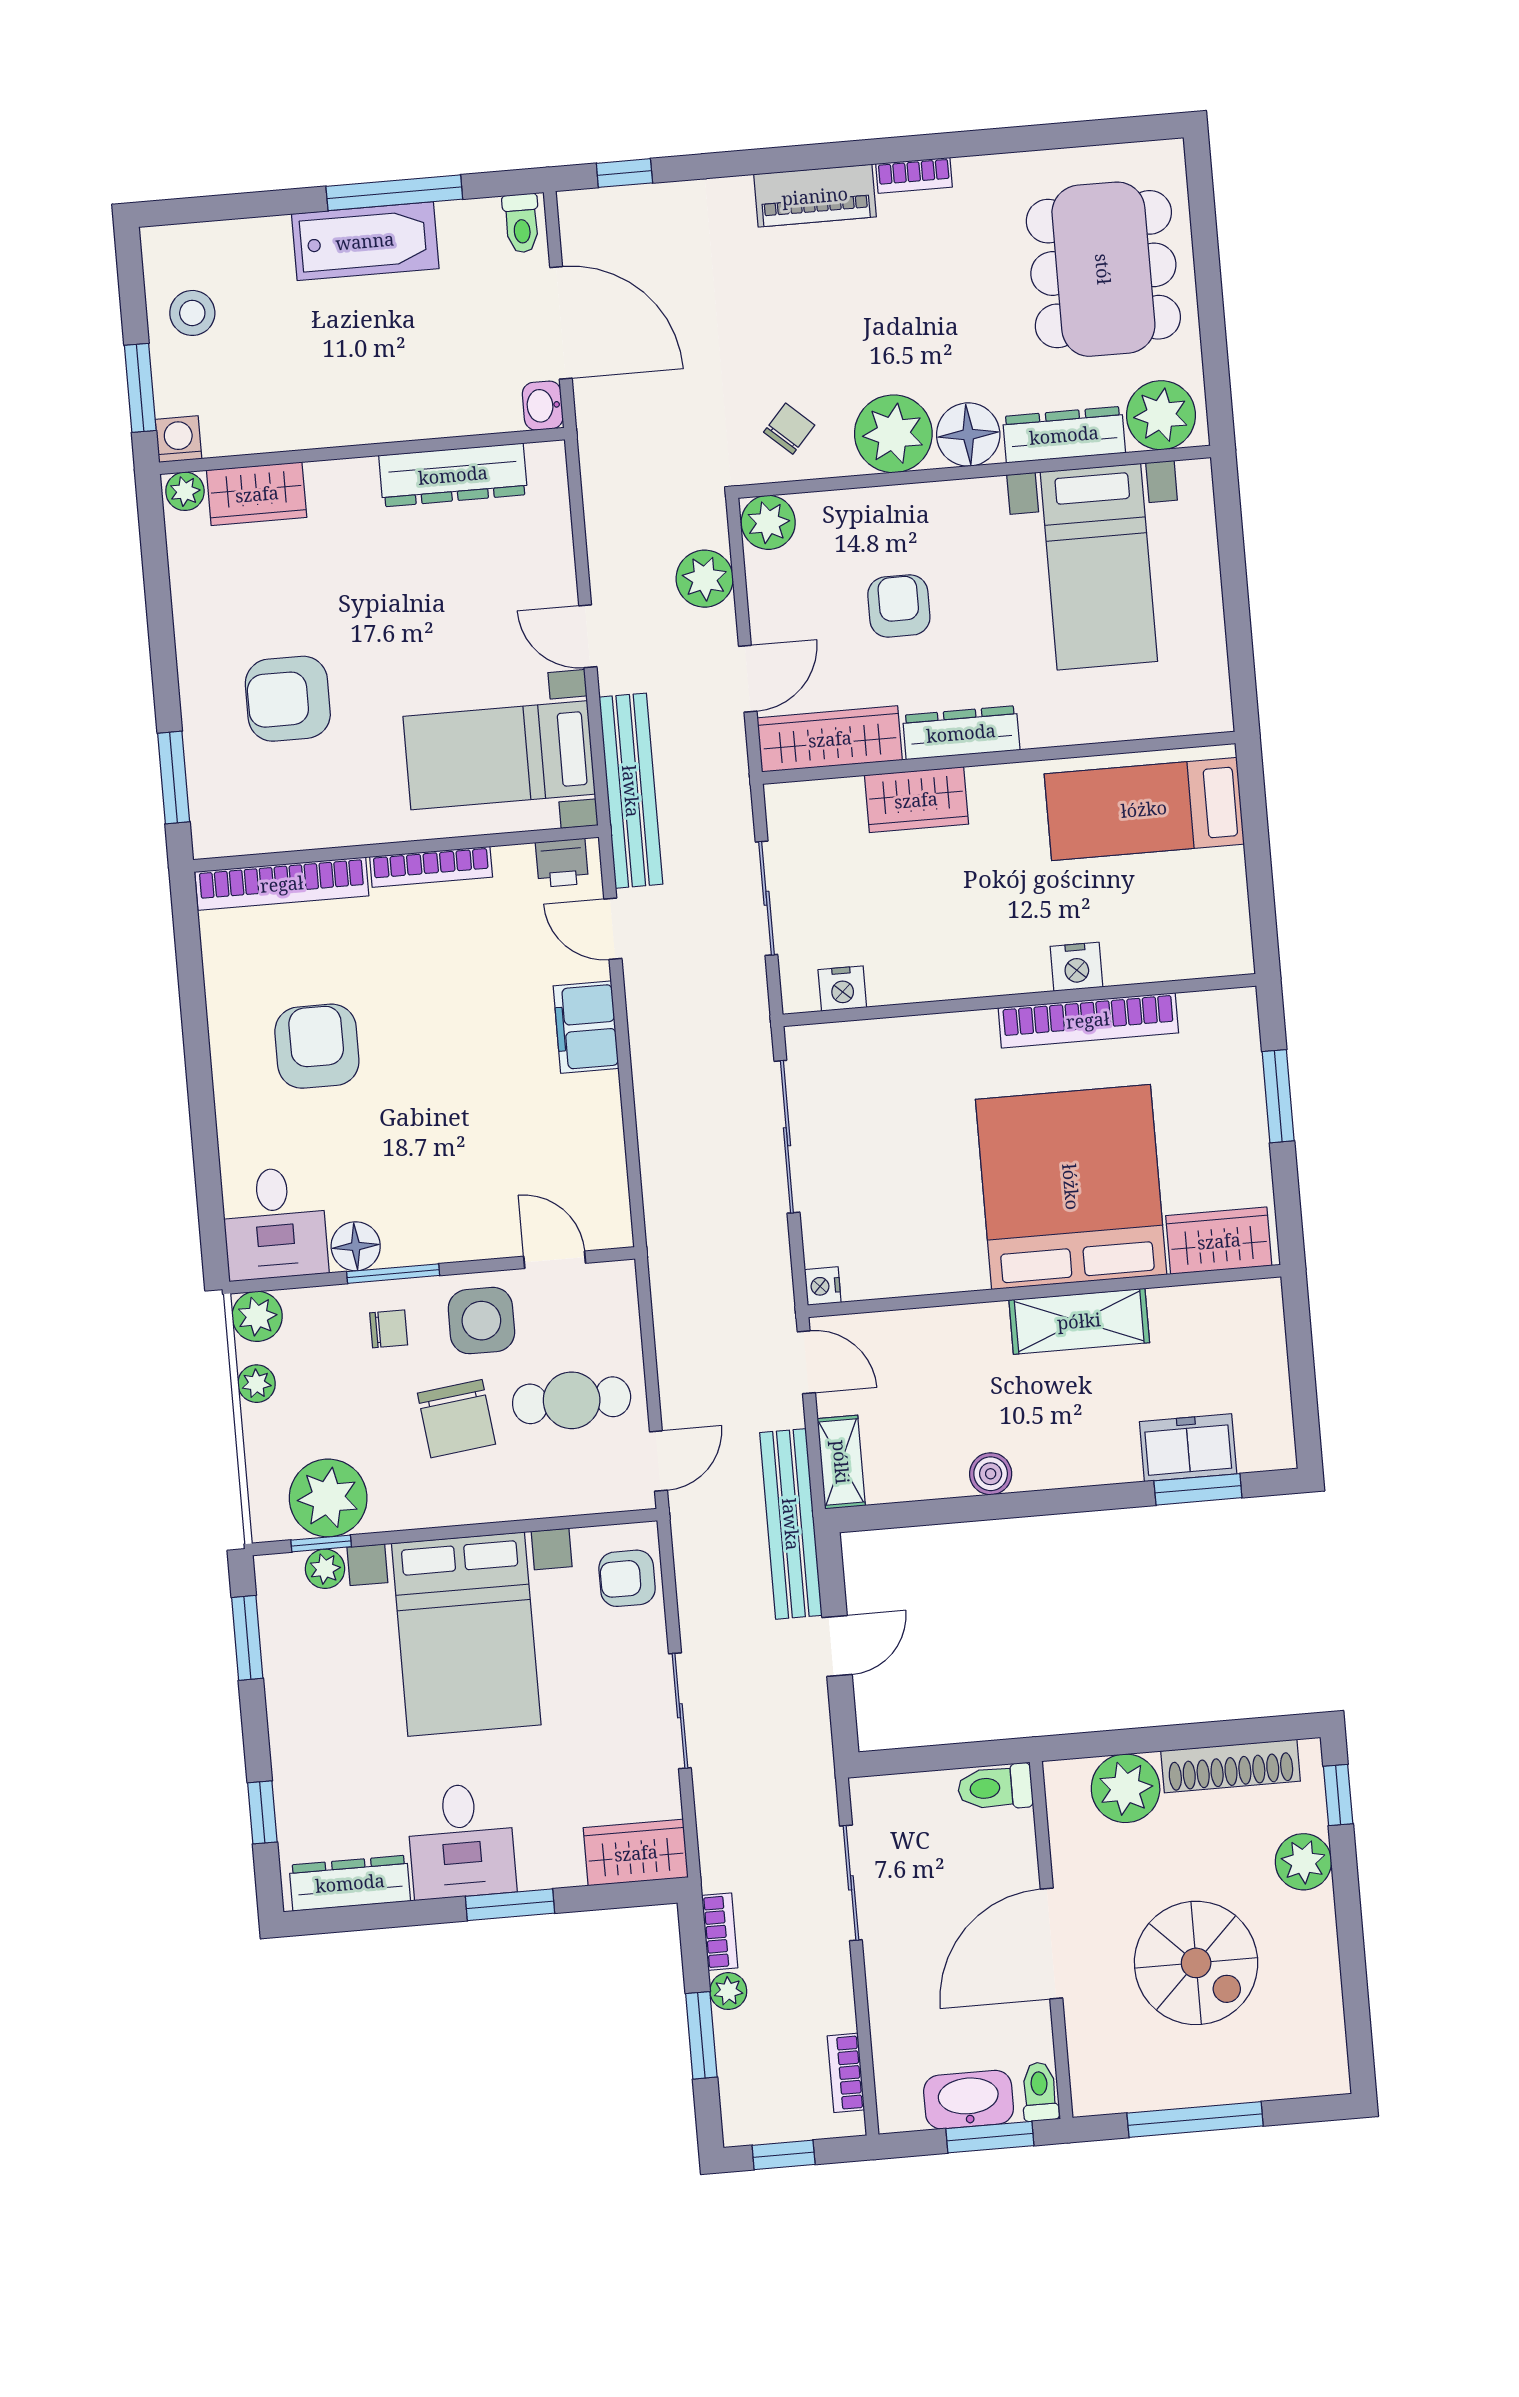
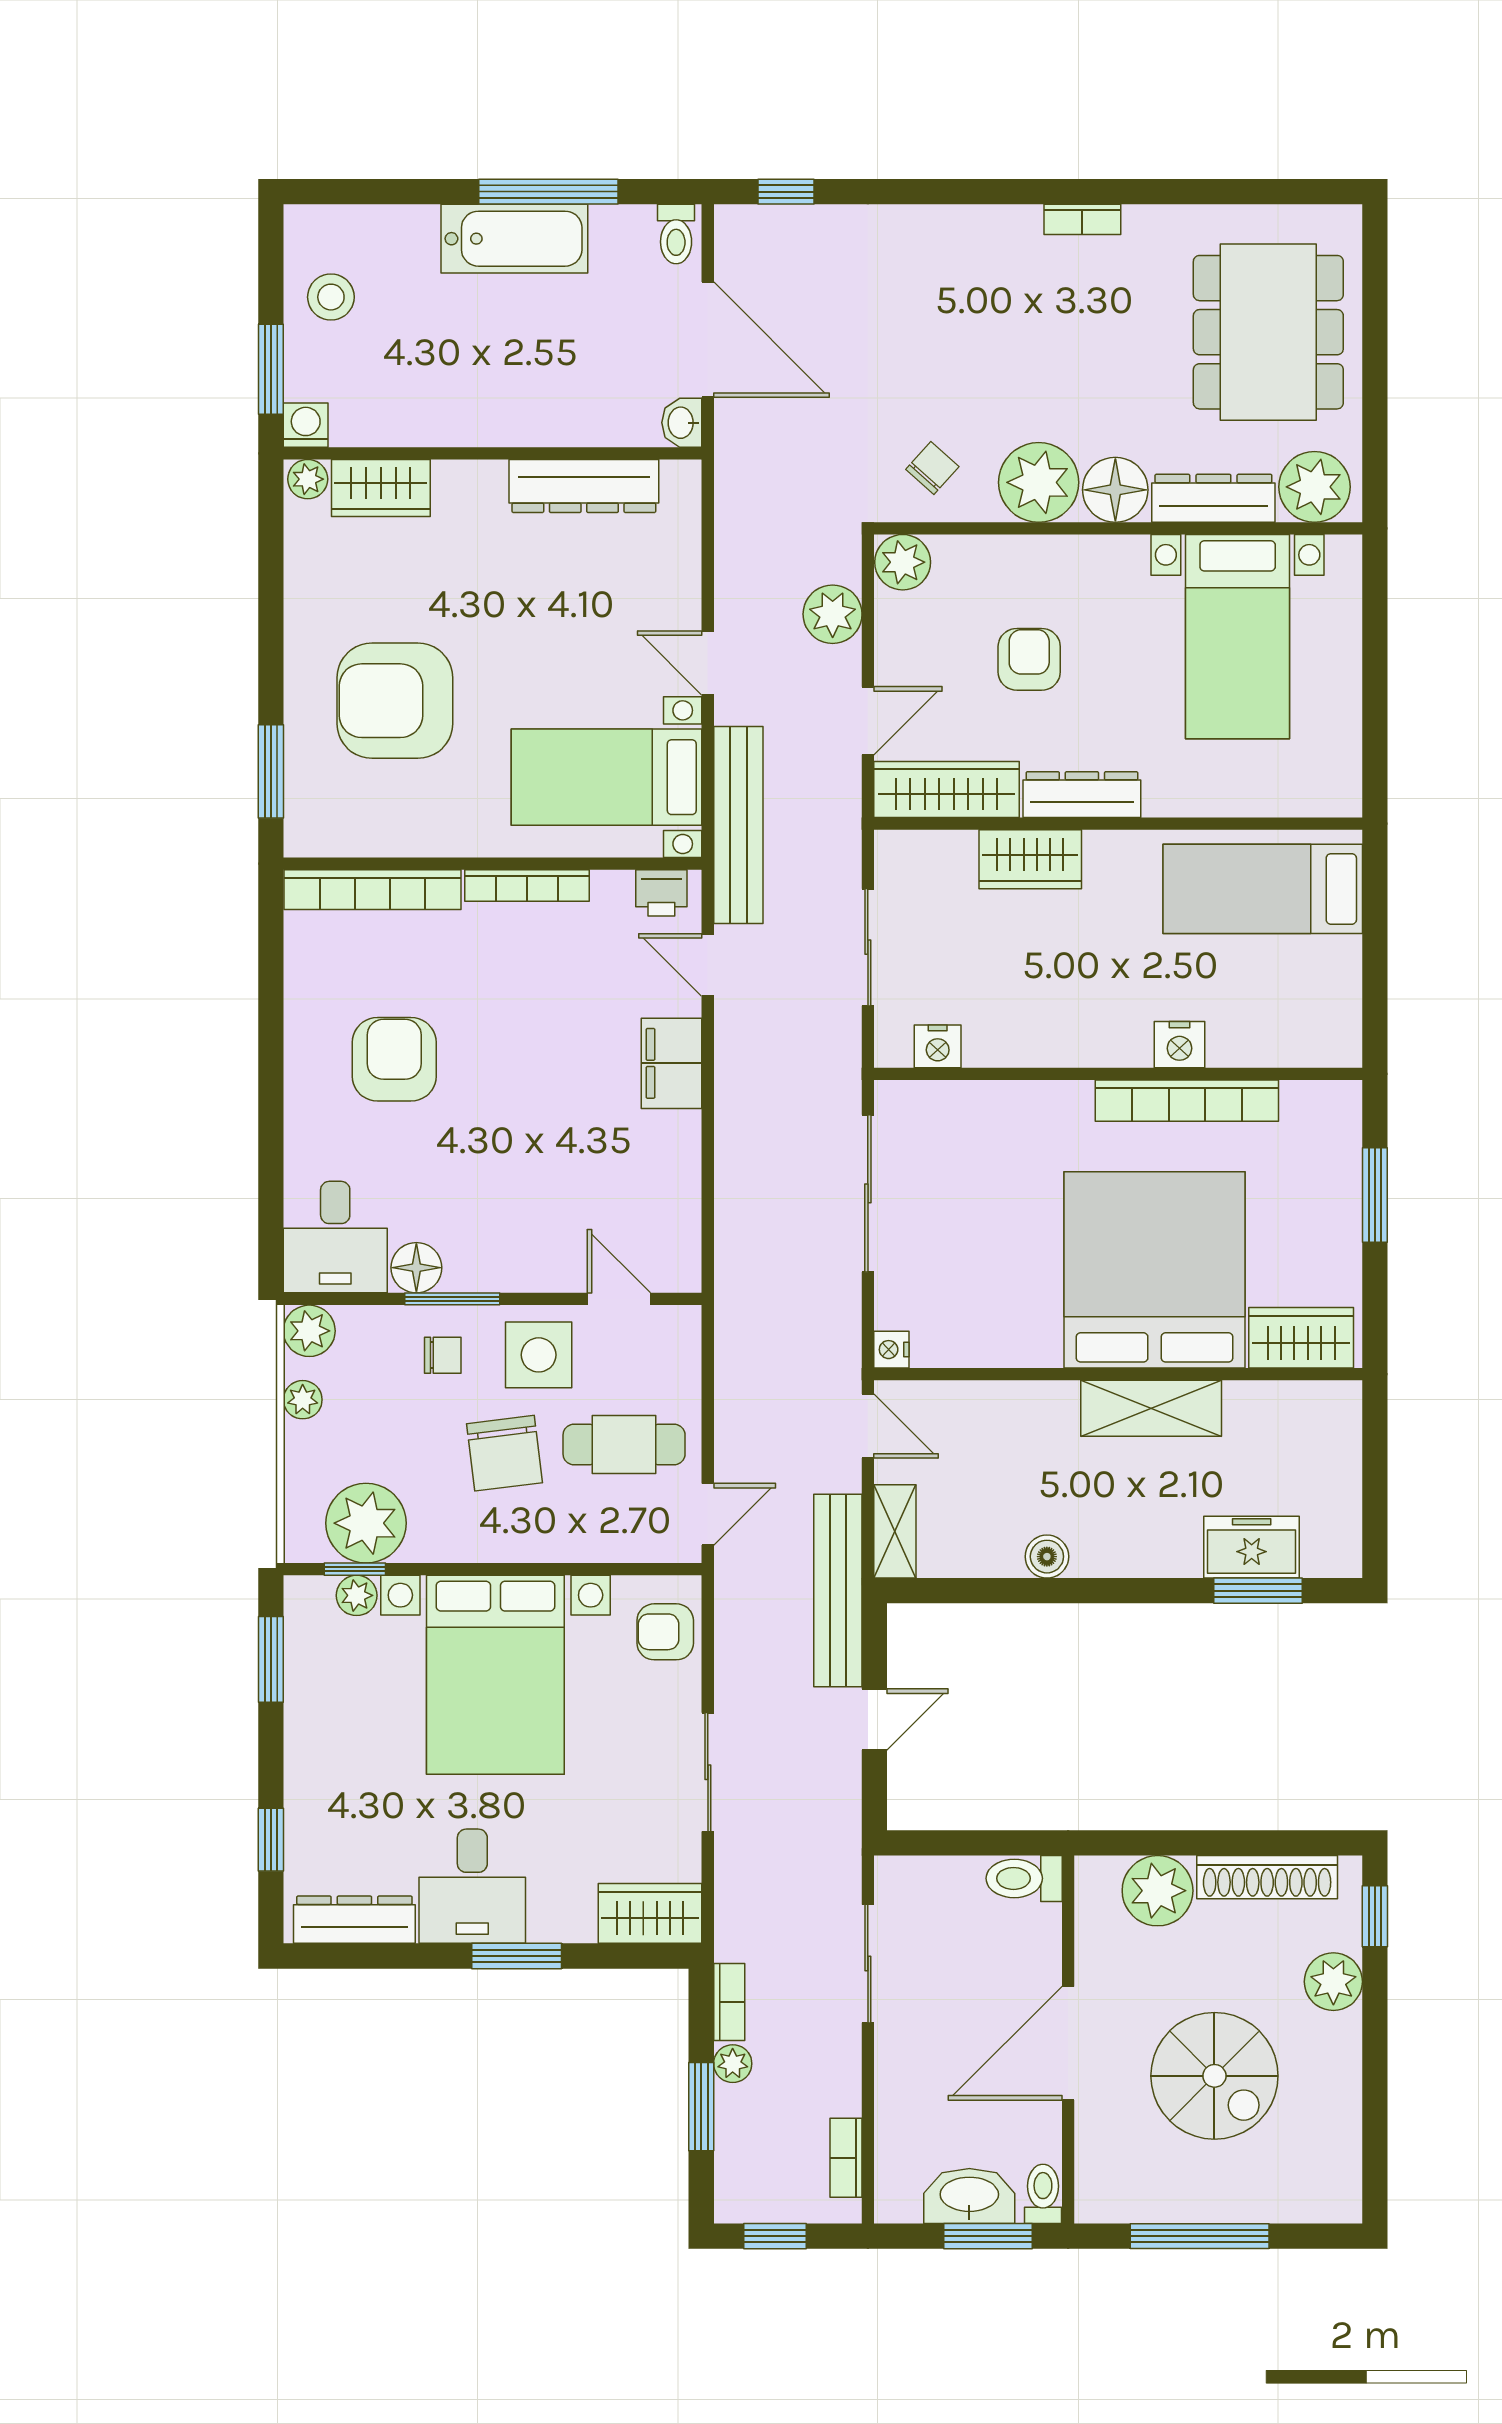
piano: (815, 196) -> (979, 231), removed
armchair: (288, 699) -> (395, 701), width x1.36, depth x1.36

